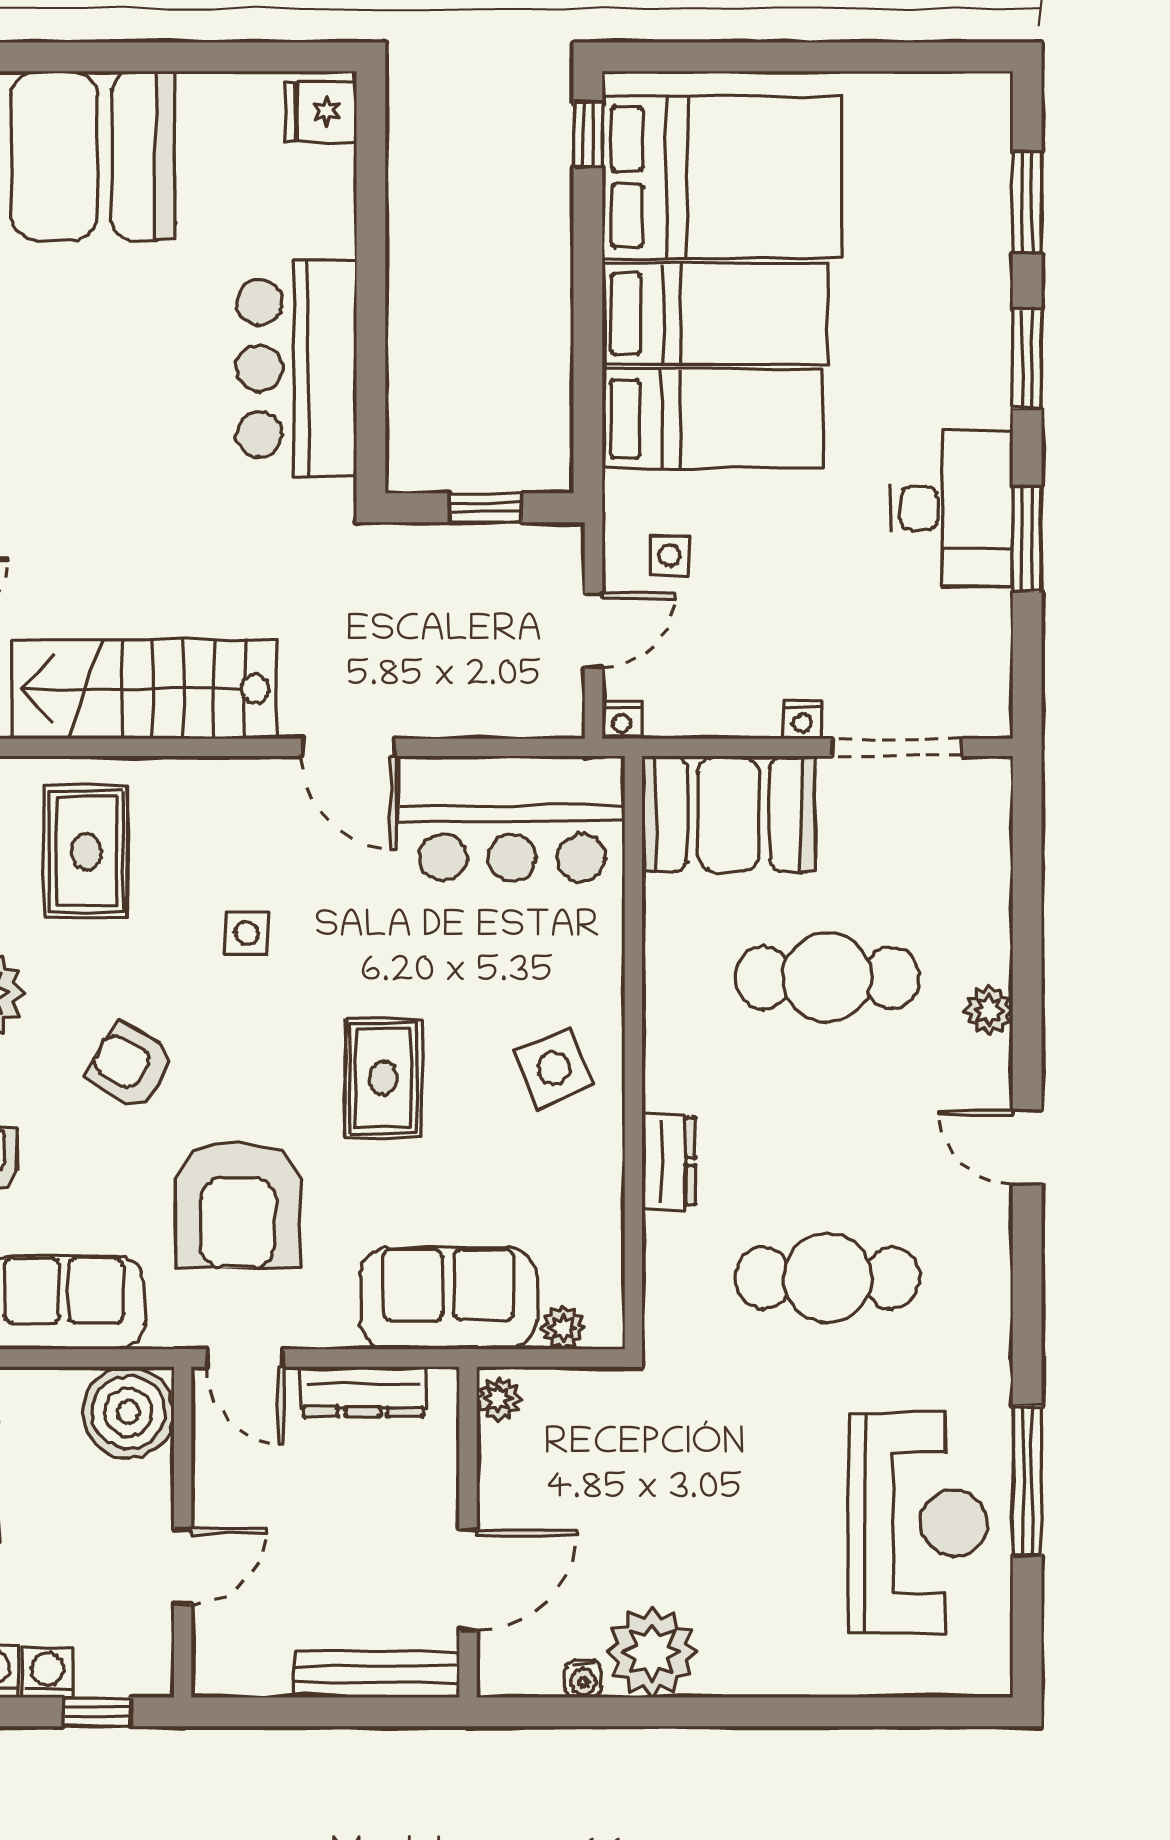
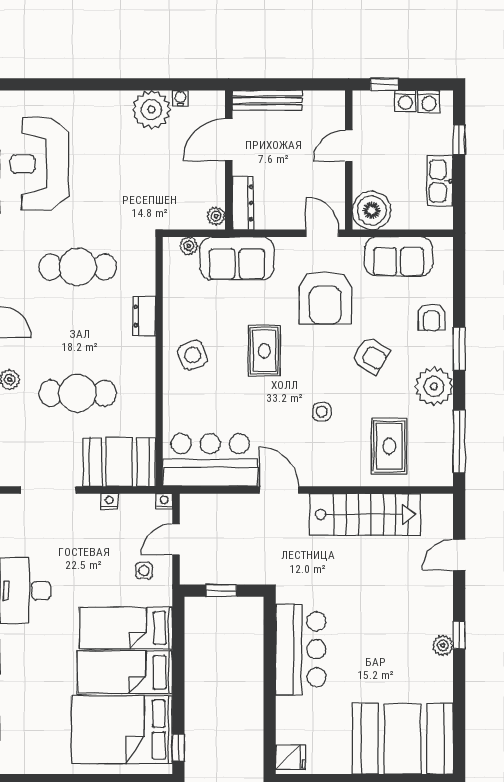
nightstand: (802, 720) -> (109, 501), moved
armchair: (238, 1205) -> (325, 298), turned 180
dresser: (363, 1391) -> (243, 203), moved, turned 90

